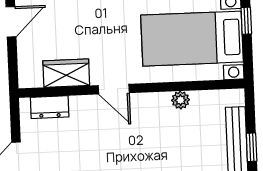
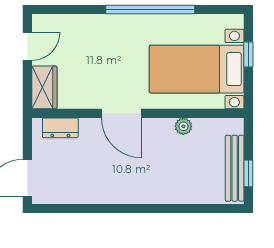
wardrobe: (66, 73) -> (44, 87), moved, turned 90
door: (114, 89) -> (121, 113), width x1.38

